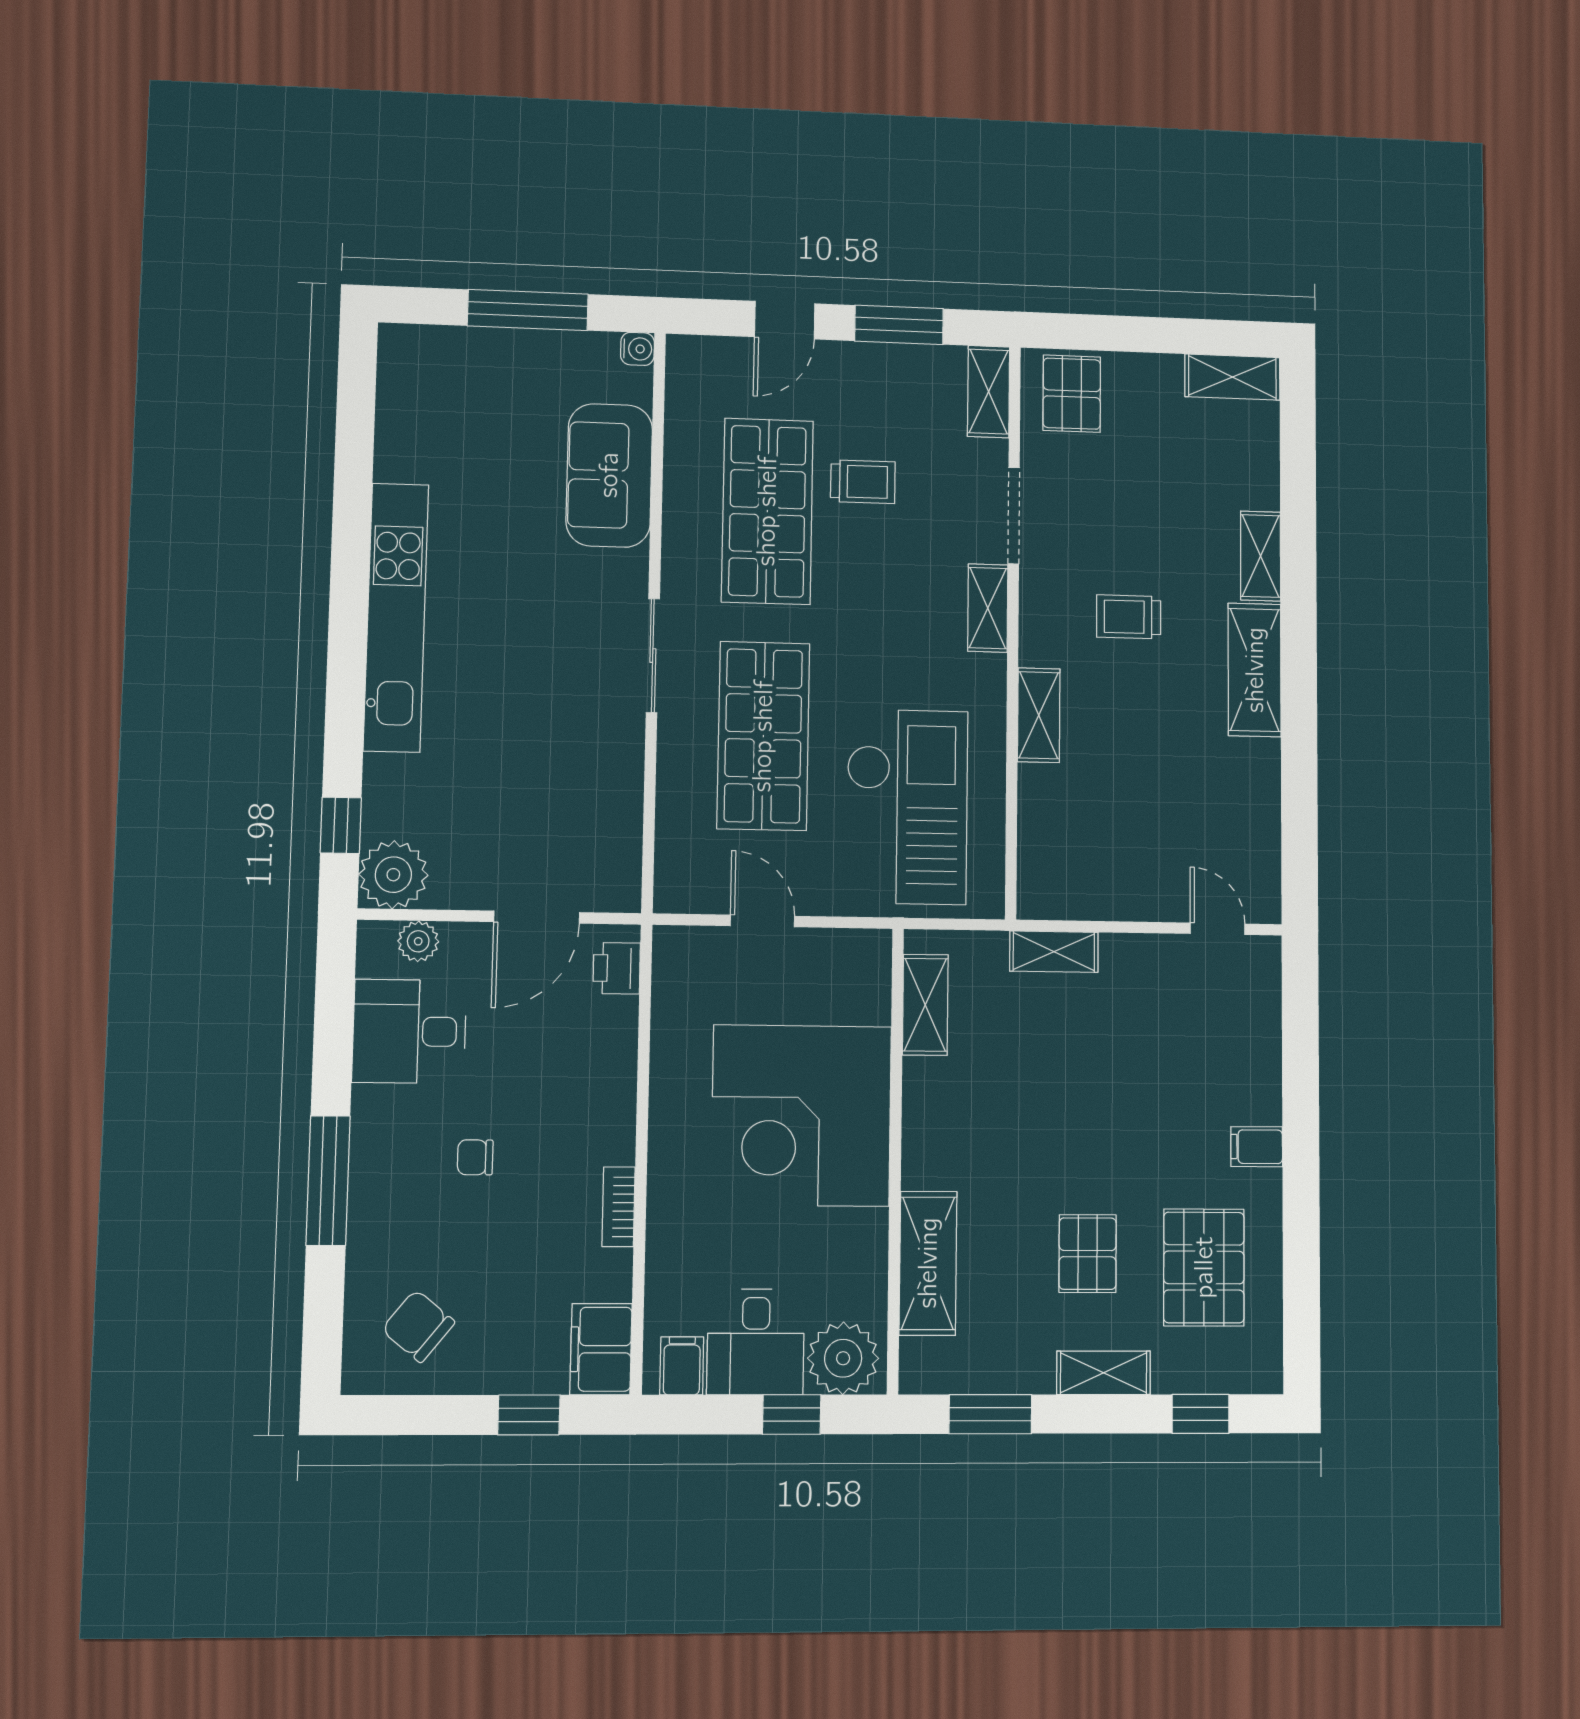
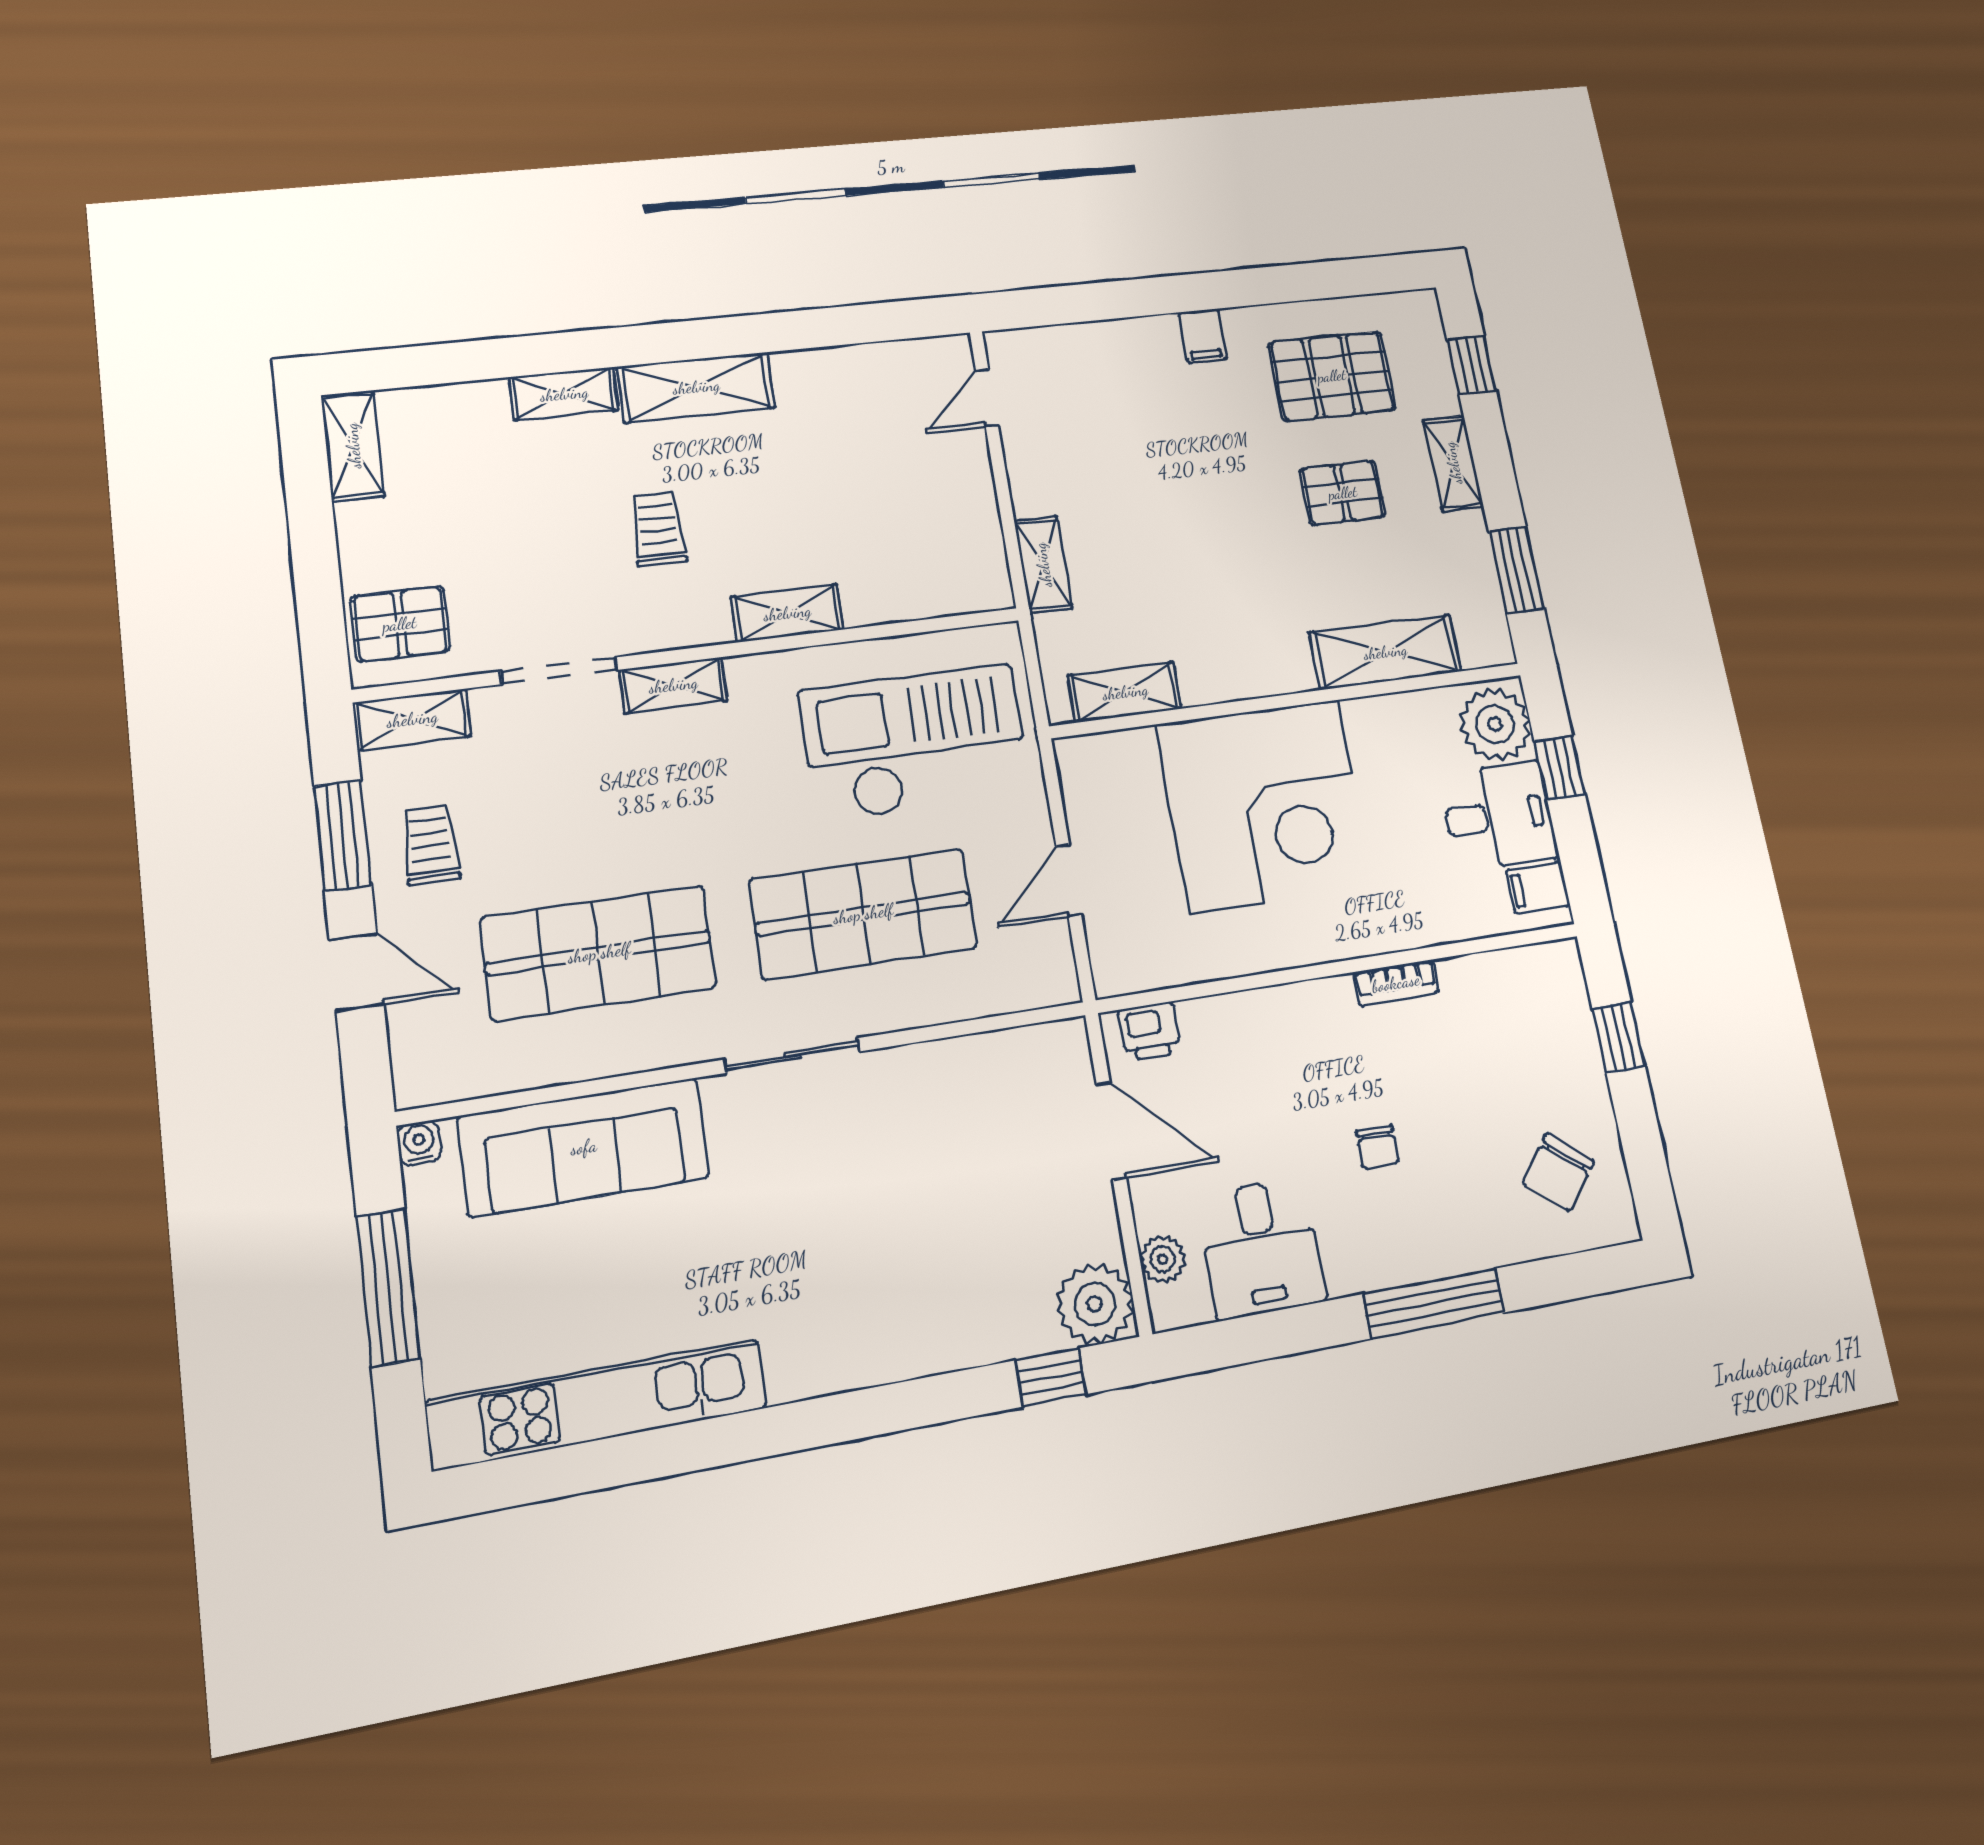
sofa: (609, 475) -> (584, 1147), width x1.36
trolley: (863, 482) -> (431, 845), moved
kitchen unit: (396, 617) -> (597, 1404), moved
trolley: (1129, 617) -> (658, 529), turned 180
filing cabinet: (601, 1349) -> (1540, 975), removed

